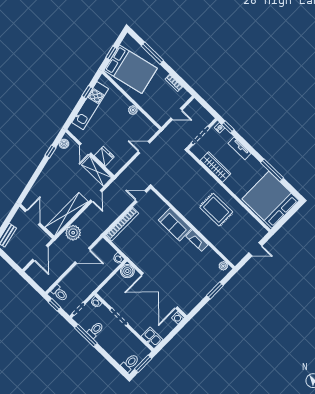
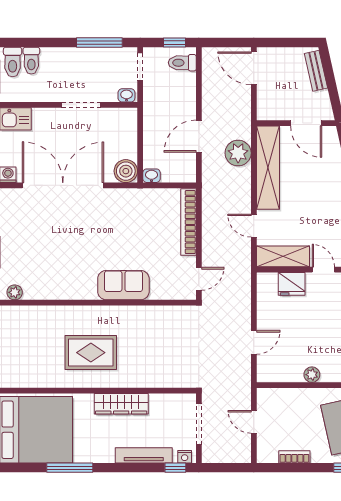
door: (176, 114) -> (254, 422), hinge flipped
tv unit: (239, 148) -> (144, 455), width x1.41
wardrobe: (215, 167) -> (121, 404), moved
fireplace: (197, 240) -> (77, 292), removed
door: (40, 253) -> (254, 68), moved
toilet: (95, 330) -> (31, 61), moved

